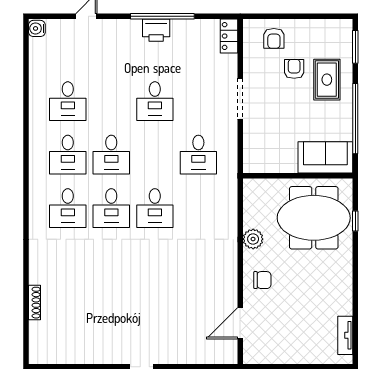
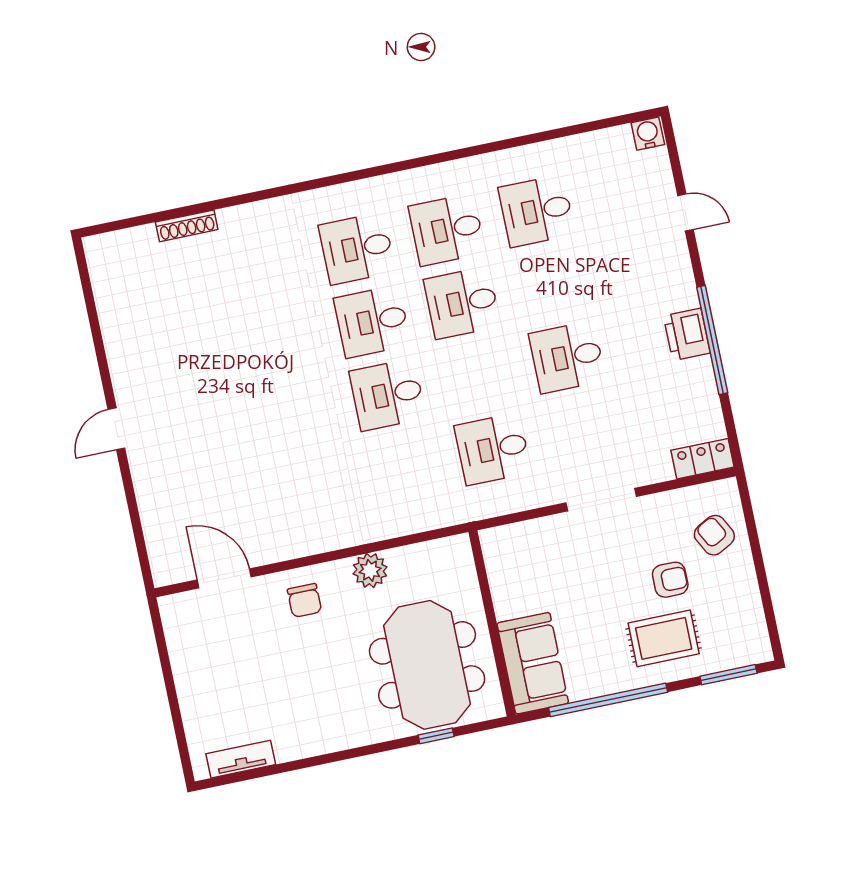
armchair: (274, 38) -> (714, 535), turned 62

